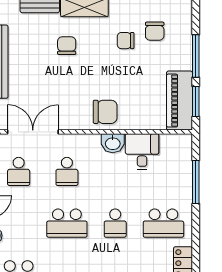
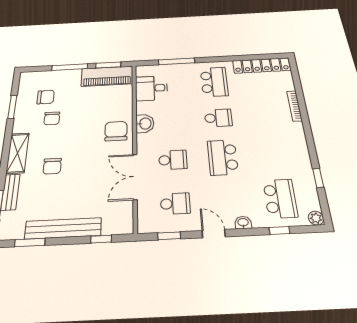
chair: (67, 46) -> (52, 166), turned -90
double door: (33, 132) -> (135, 177), moved
desk: (142, 151) -> (151, 88), moved
school desk: (67, 223) -> (223, 157), turned 180

